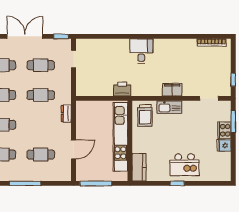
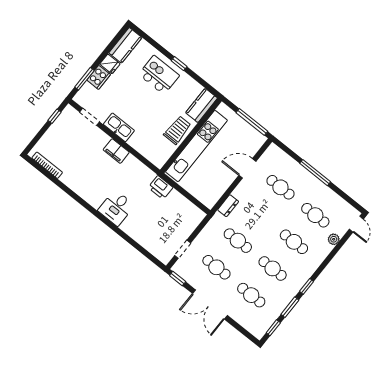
kitchen sink: (169, 107) -> (119, 127), moved
trolley: (145, 115) -> (177, 130), moved
kitchen counter: (224, 167) -> (125, 45), added

